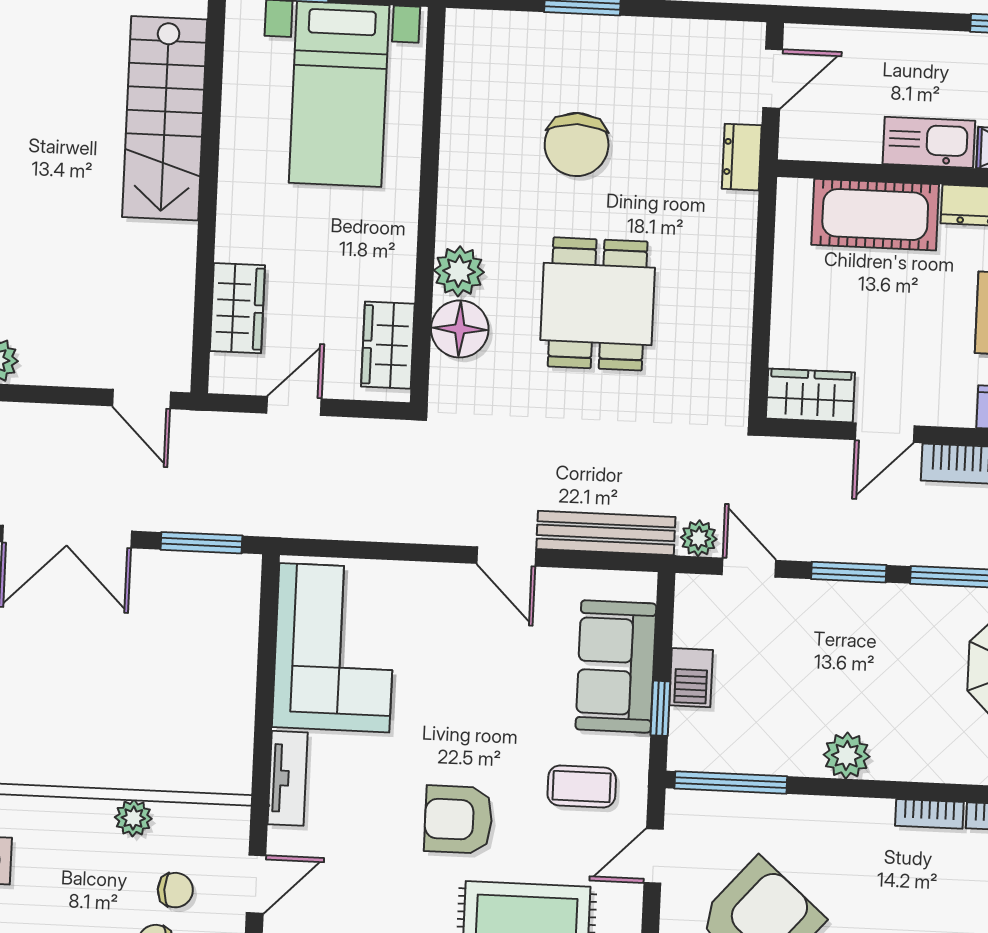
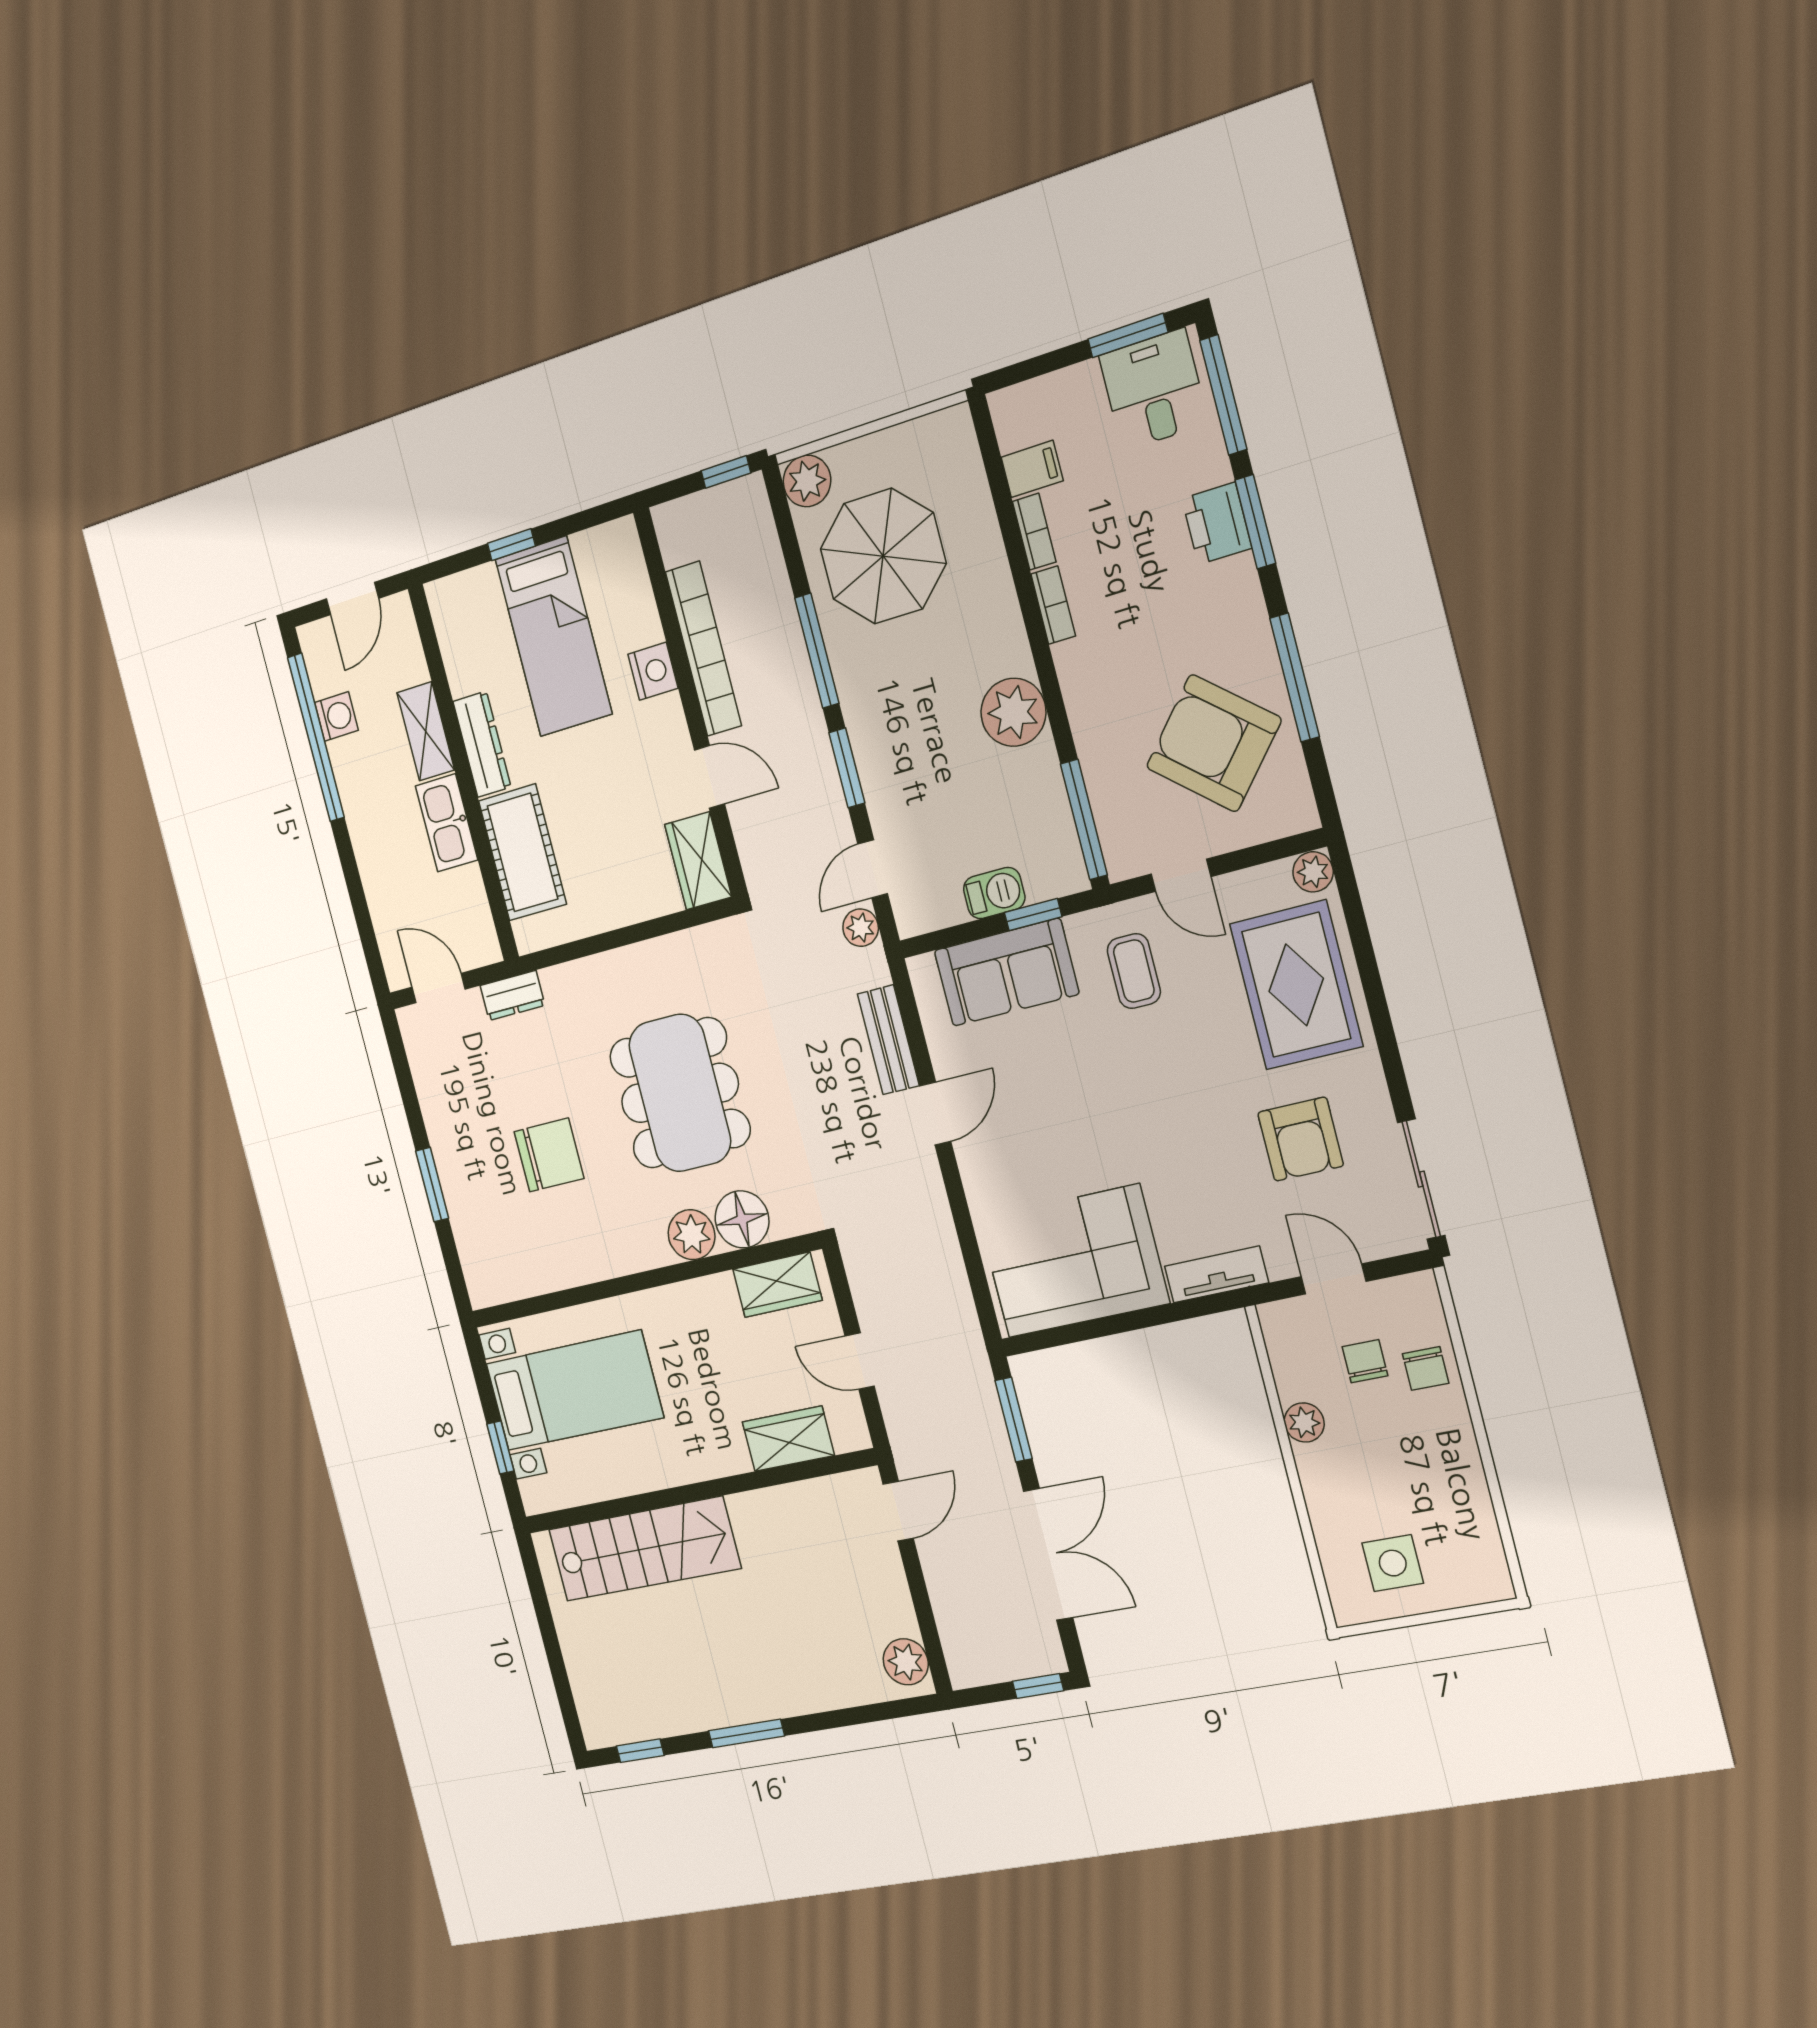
dining table: (598, 304) -> (680, 1093), width x1.38
bench: (606, 533) -> (888, 1040), width x0.73
plant: (847, 756) -> (1013, 712), width x1.36, depth x1.36
armchair: (458, 819) -> (1300, 1139), moved

